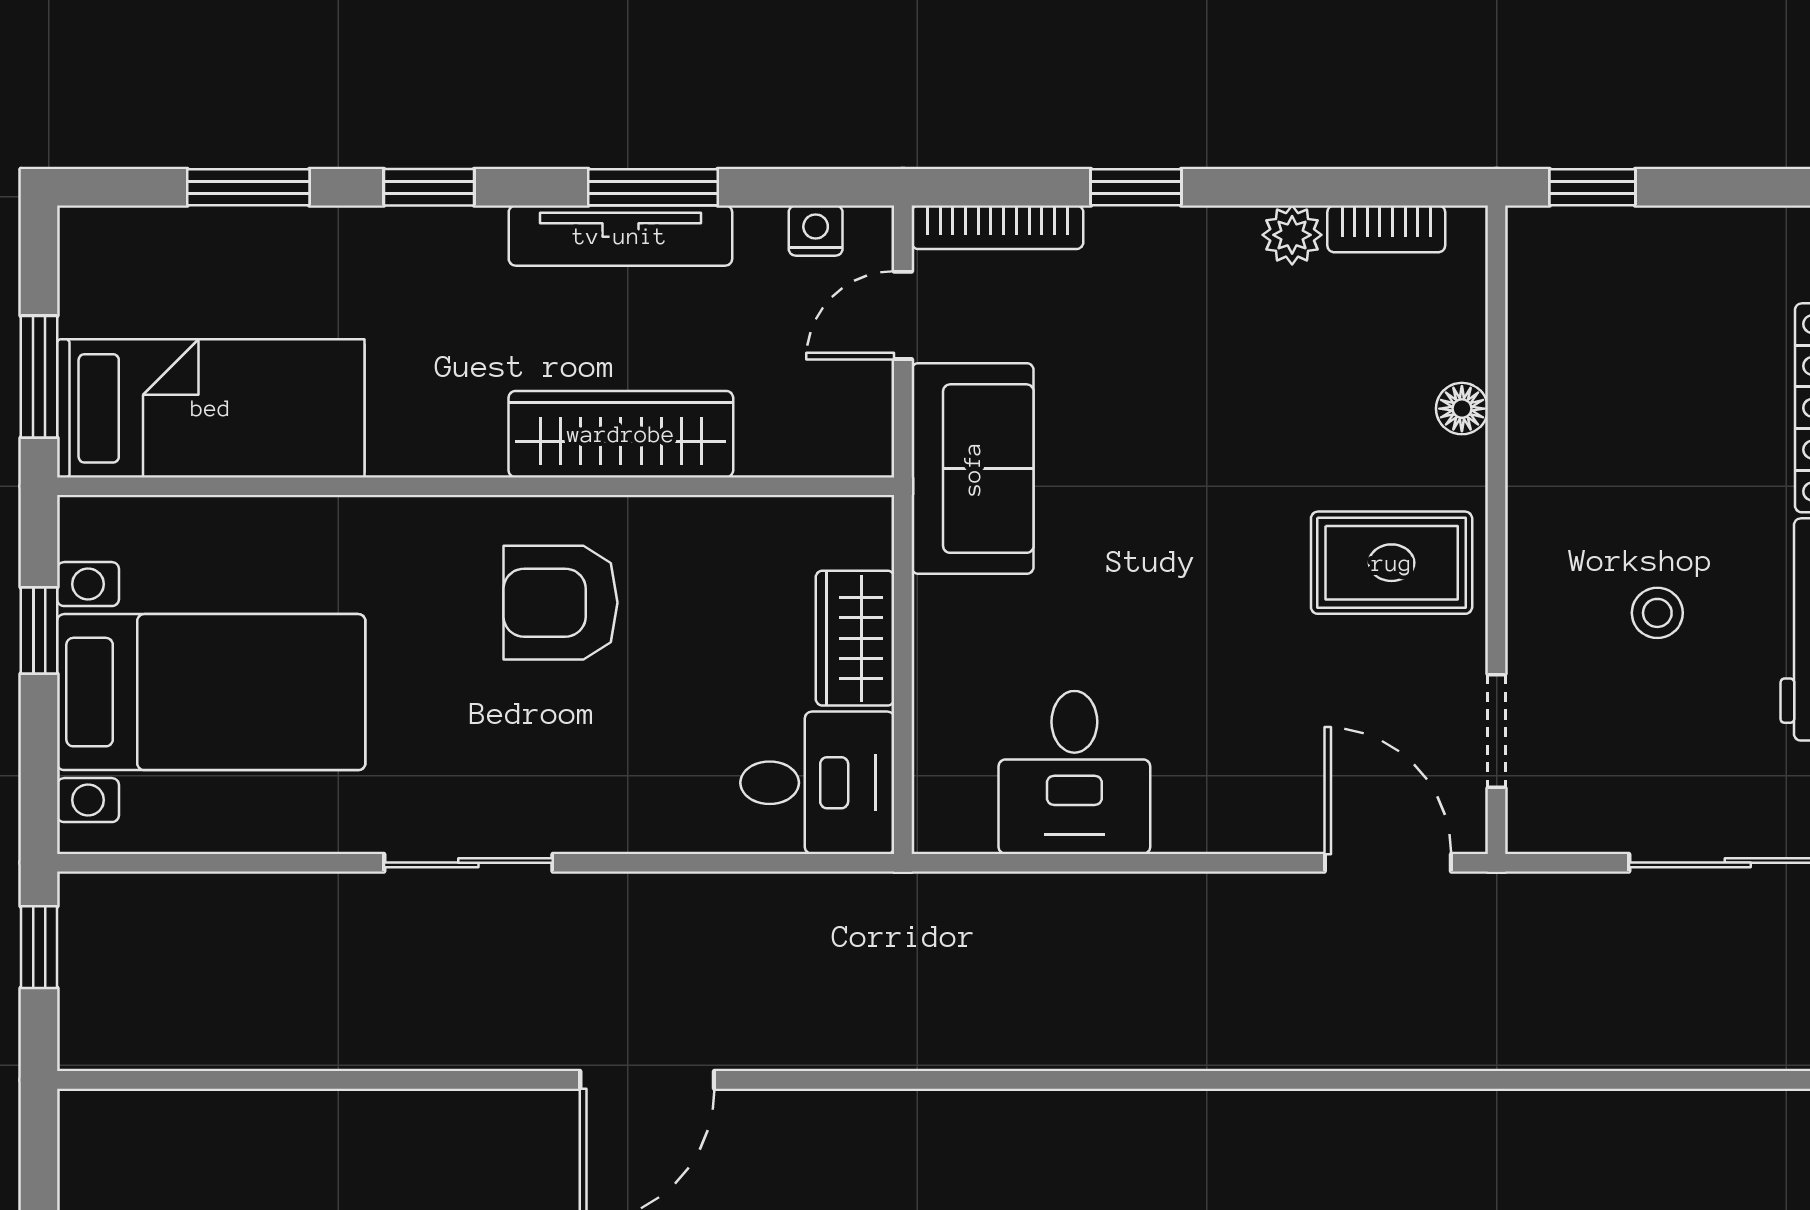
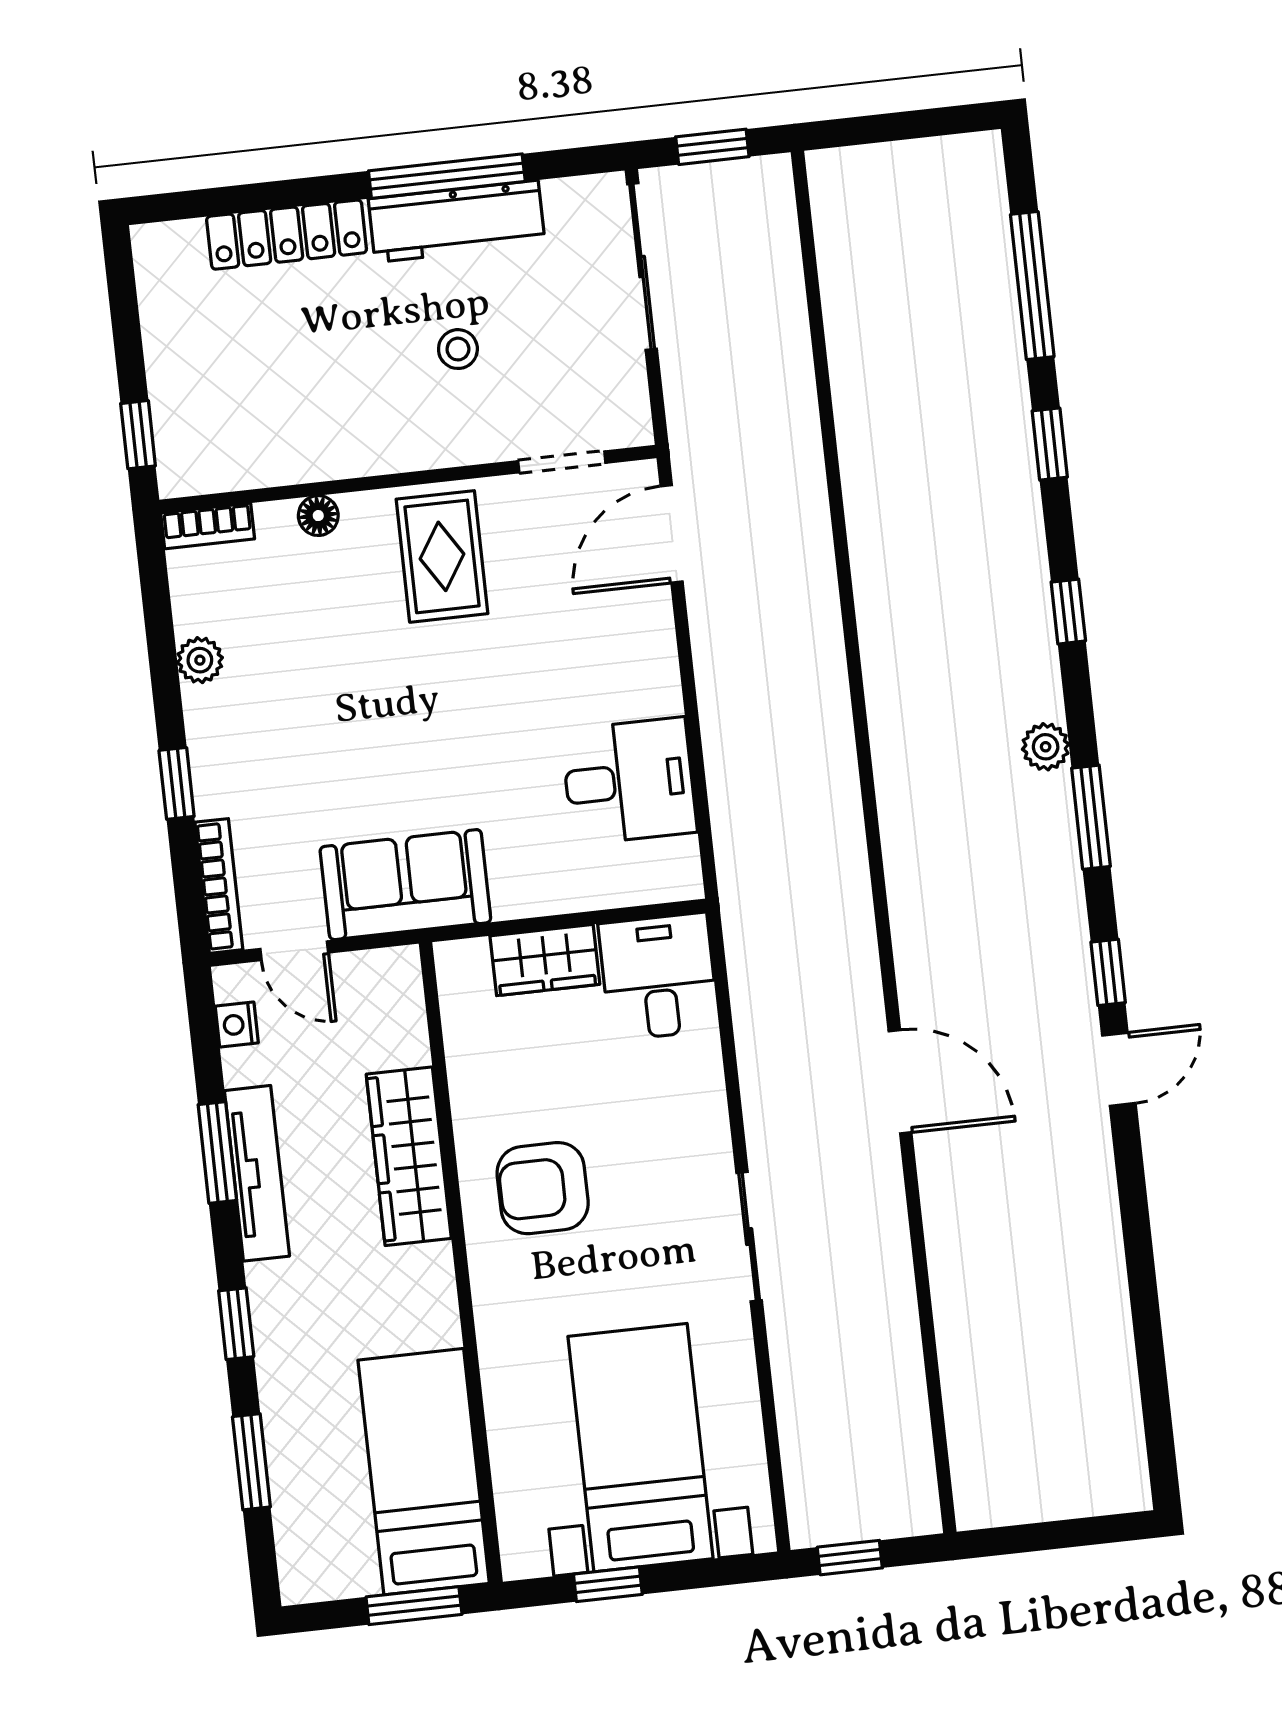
bookcase: (1386, 229) -> (208, 526), moved, turned 90
armchair: (561, 603) -> (543, 1188), turned 90

